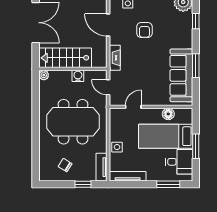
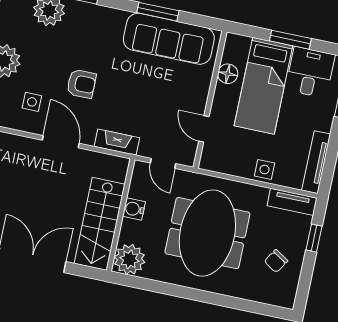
door: (108, 25) -> (61, 142), swing flipped
plant: (44, 75) -> (129, 259), width x1.87, depth x1.87
door: (108, 87) -> (163, 163), hinge flipped

